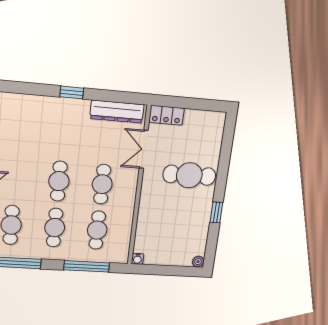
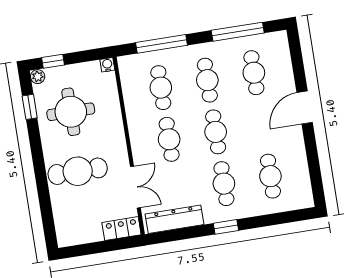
cafe table: (18, 129) -> (270, 176), added
cafe table: (63, 133) -> (224, 184), added
window: (216, 212) -> (30, 107), moved
round table: (180, 227) -> (71, 112), added
window: (182, 271) -> (53, 61), added

